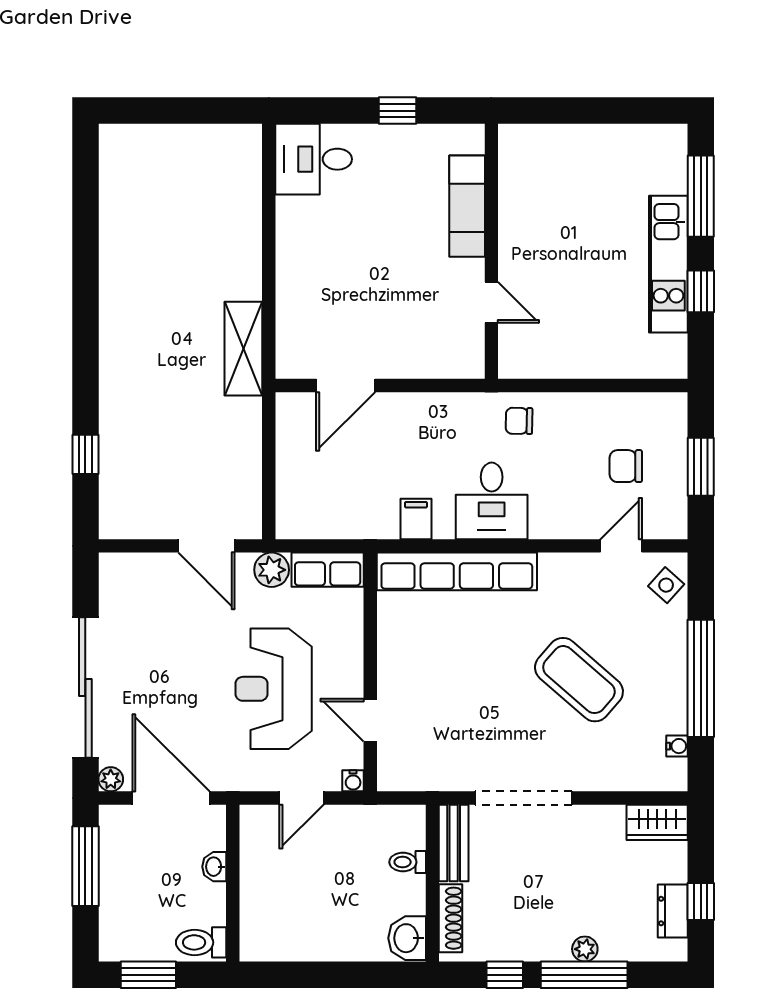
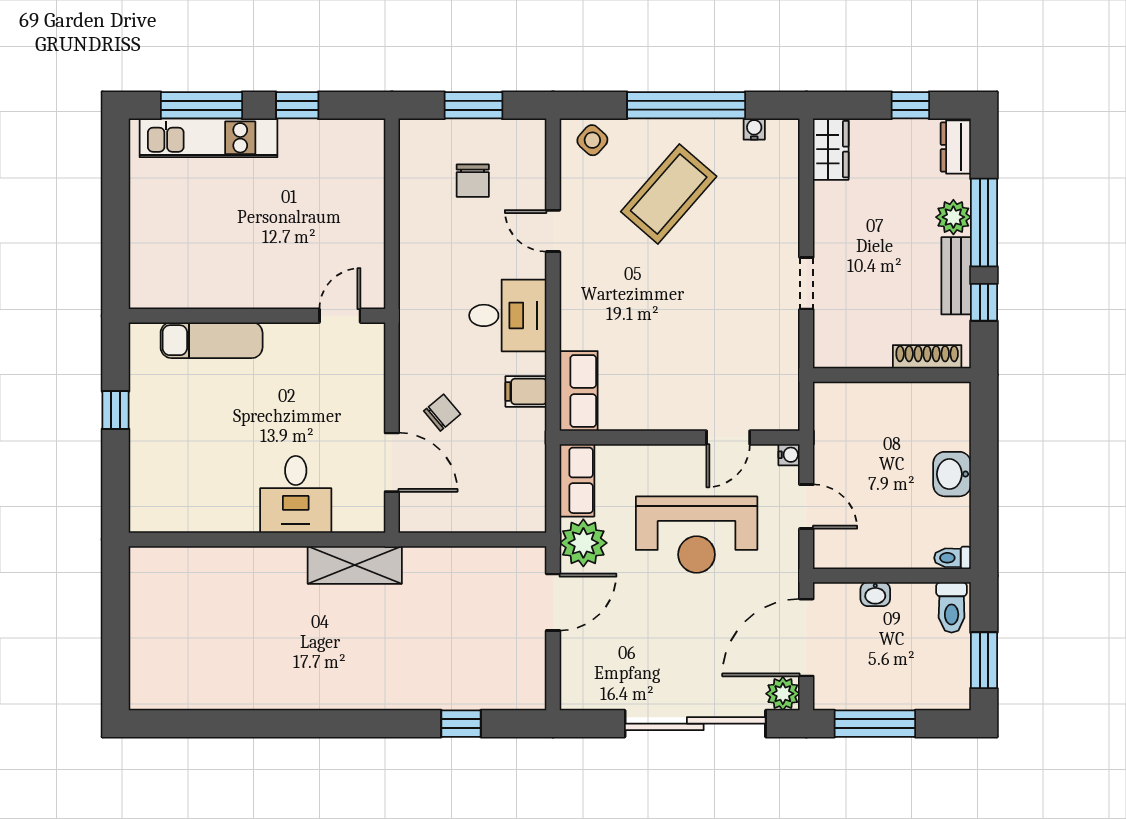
desk: (314, 159) -> (296, 494), moved
kitchen unit: (668, 264) -> (208, 138), moved
door: (491, 302) -> (340, 316), moved
chair: (519, 421) -> (442, 413), moved, turned -131
door: (621, 546) -> (553, 231), moved
plant: (272, 570) -> (583, 543), width x1.36, depth x1.36
row of seats: (457, 571) -> (579, 391), width x0.50
coffee table: (579, 680) -> (669, 194), moved
plant: (111, 779) -> (783, 694), width x1.38, depth x1.38
doorway: (524, 798) -> (806, 283), width x0.53
bench: (454, 843) -> (956, 276), moved, turned 90
toilet: (408, 862) -> (952, 558), moved, turned 90
dresser: (673, 911) -> (956, 147), moved, turned 90
washbasin: (407, 938) -> (952, 474), moved, turned 90
plant: (585, 949) -> (953, 217), width x1.38, depth x1.38

